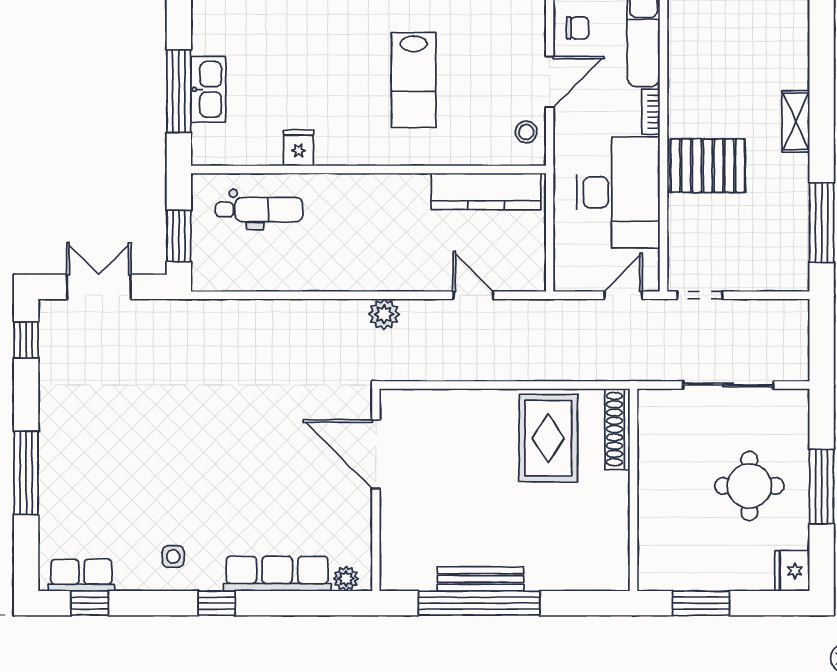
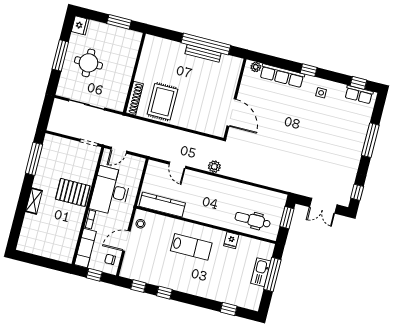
lab bench: (414, 80) -> (191, 247), moved, turned 90

